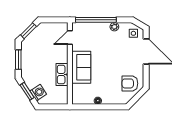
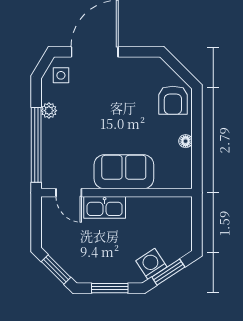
kitchen sink: (62, 74) -> (105, 207), moved
armchair: (130, 83) -> (173, 100), moved
washing machine: (38, 93) -> (151, 264), moved

